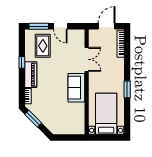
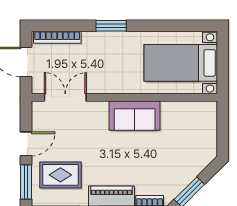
double door: (87, 59) -> (65, 97), moved
window: (127, 89) -> (111, 26), moved

